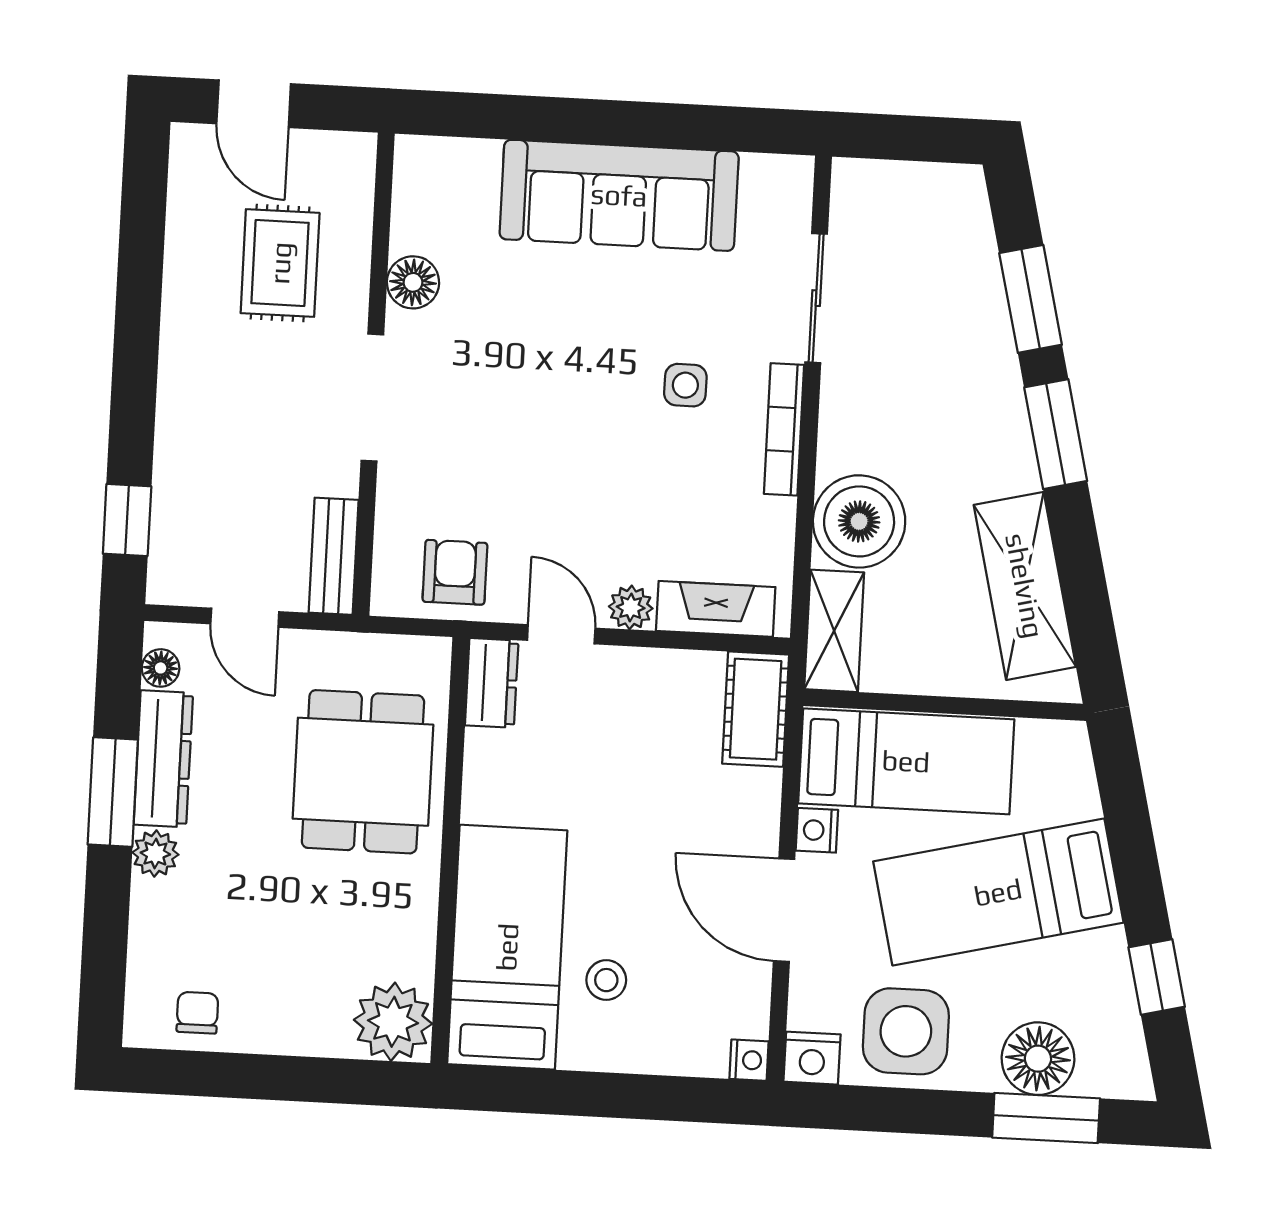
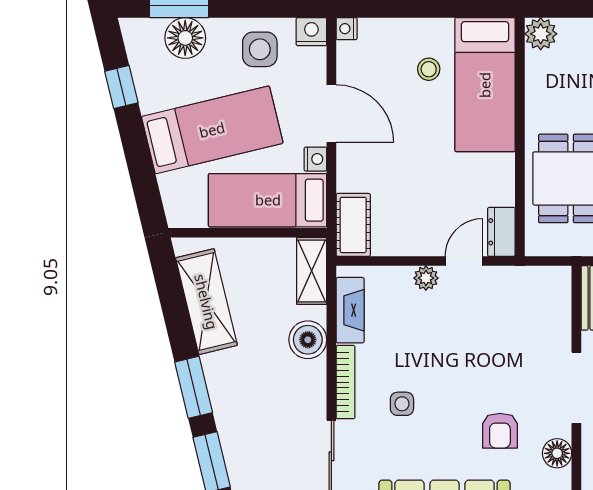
boiler: (859, 521) -> (308, 340), width x0.73, depth x0.73
armchair: (455, 572) -> (500, 431), moved
fireplace: (716, 609) -> (350, 310), moved, turned -90
door: (561, 634) -> (464, 261), swing flipped
plant: (393, 1022) -> (541, 34), width x0.73, depth x0.73
side table: (906, 1031) -> (260, 49), width x0.73, depth x0.73

